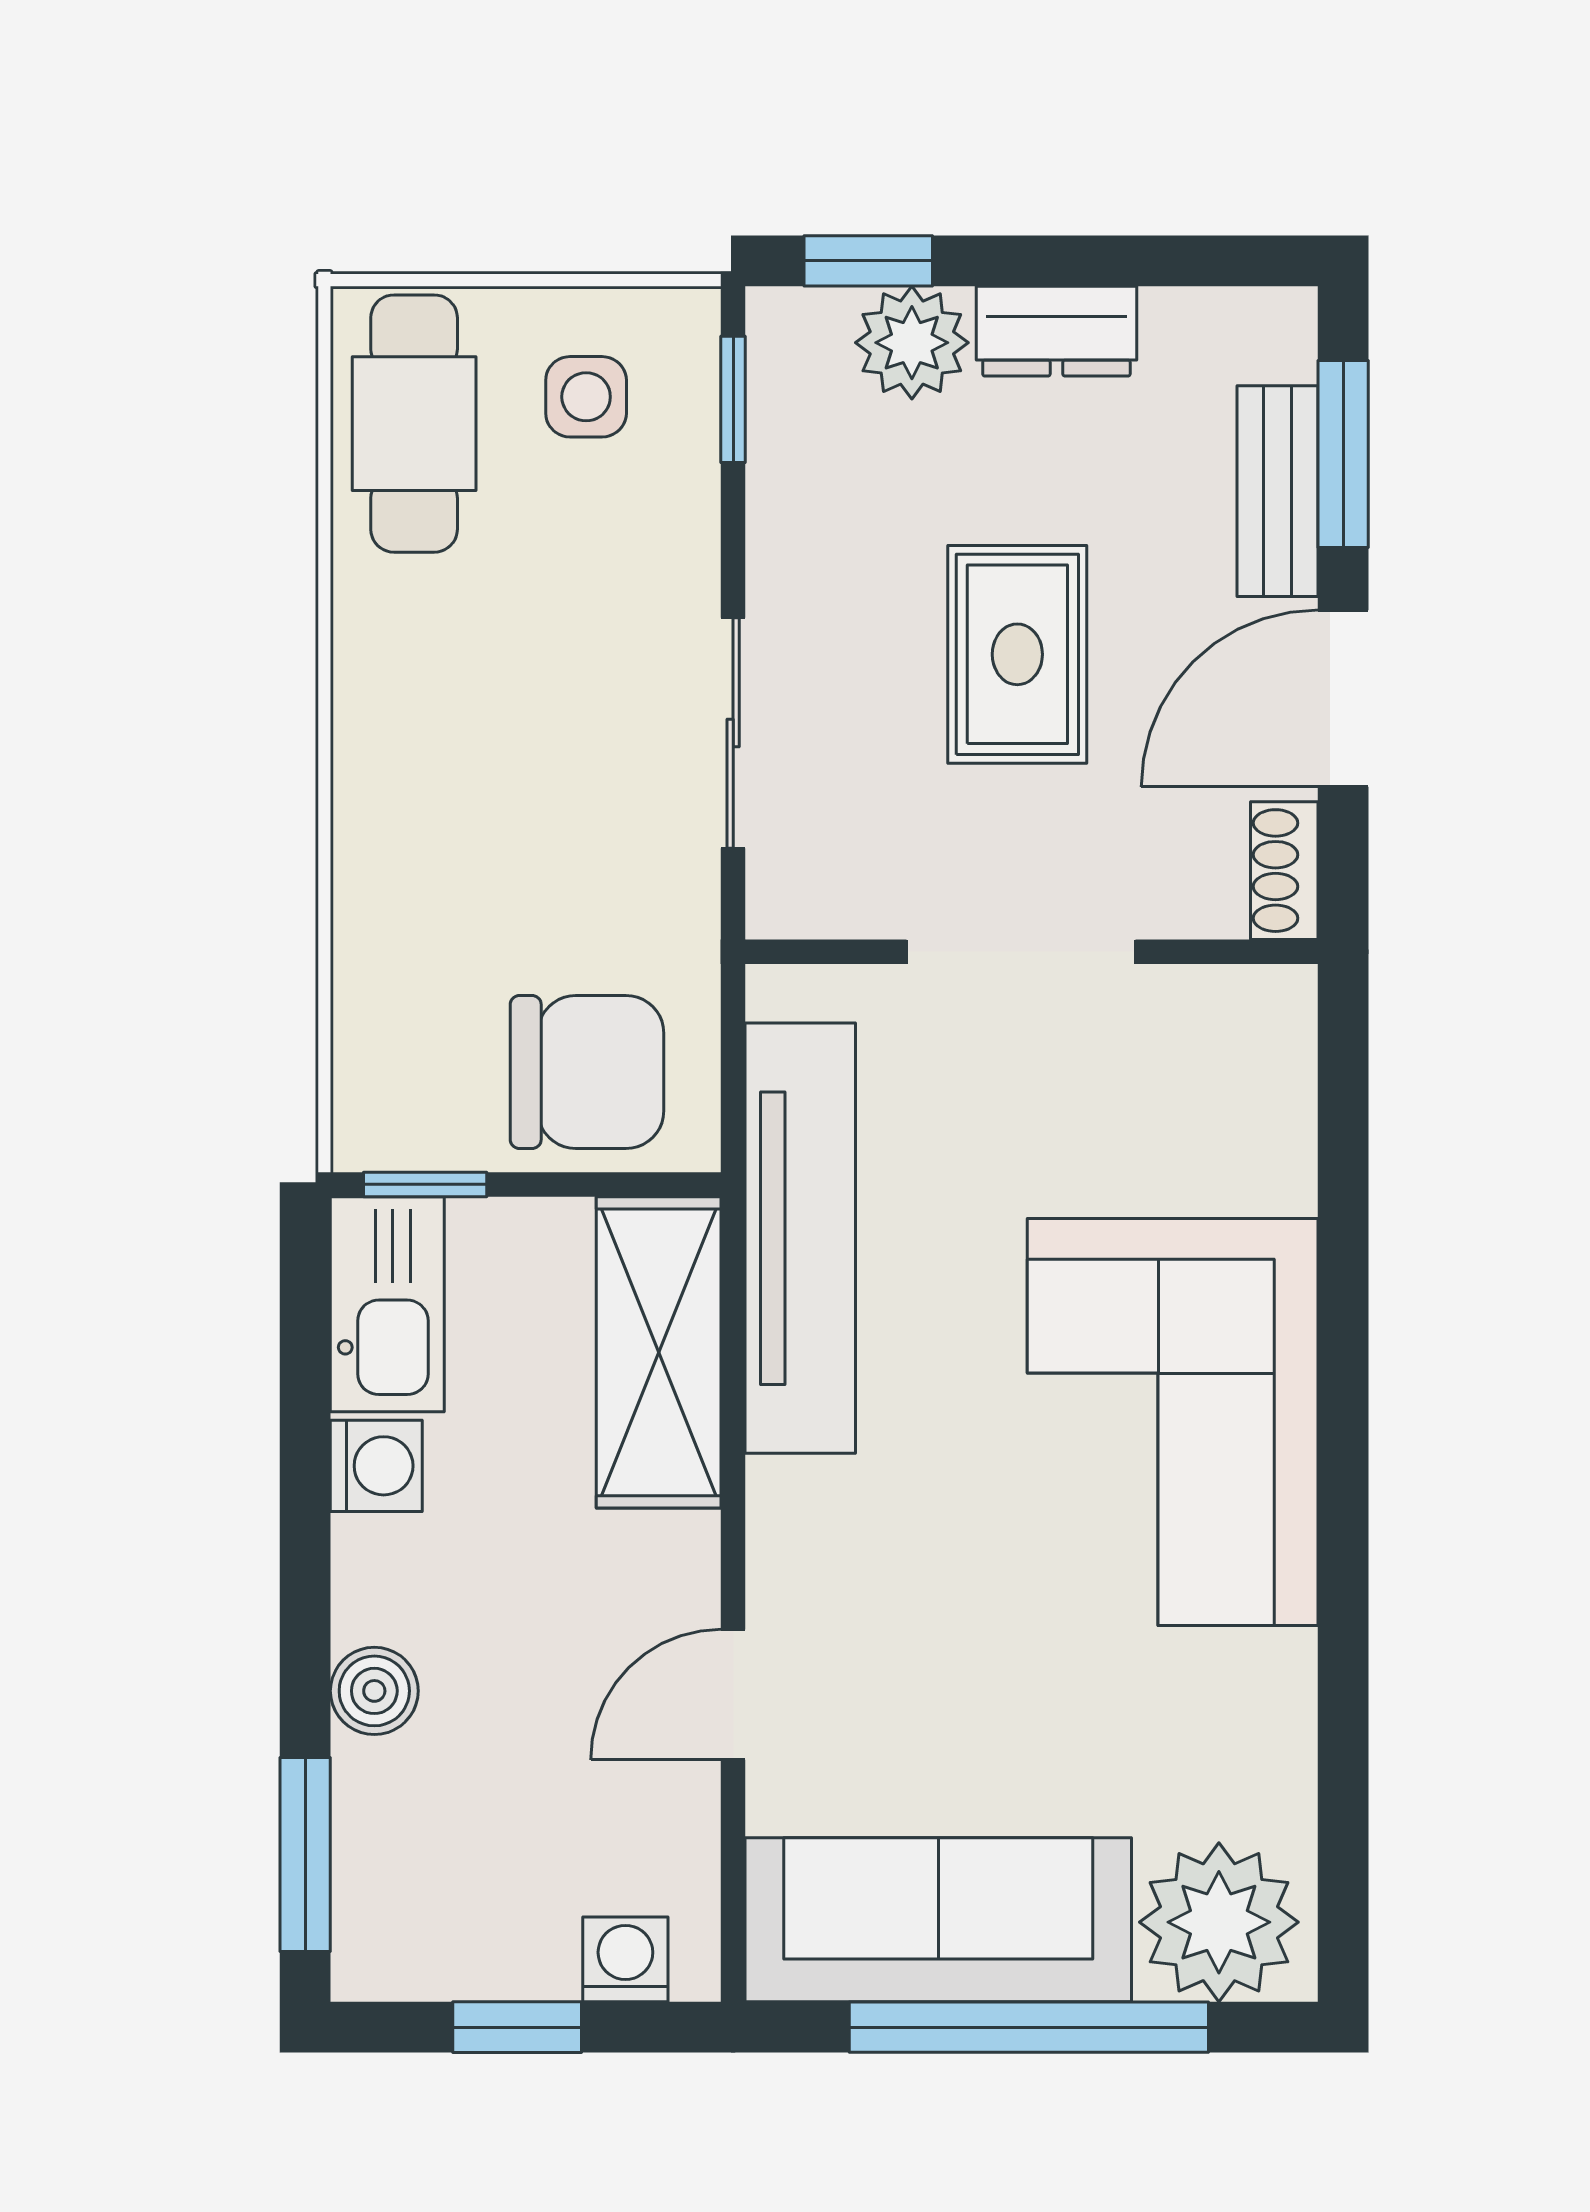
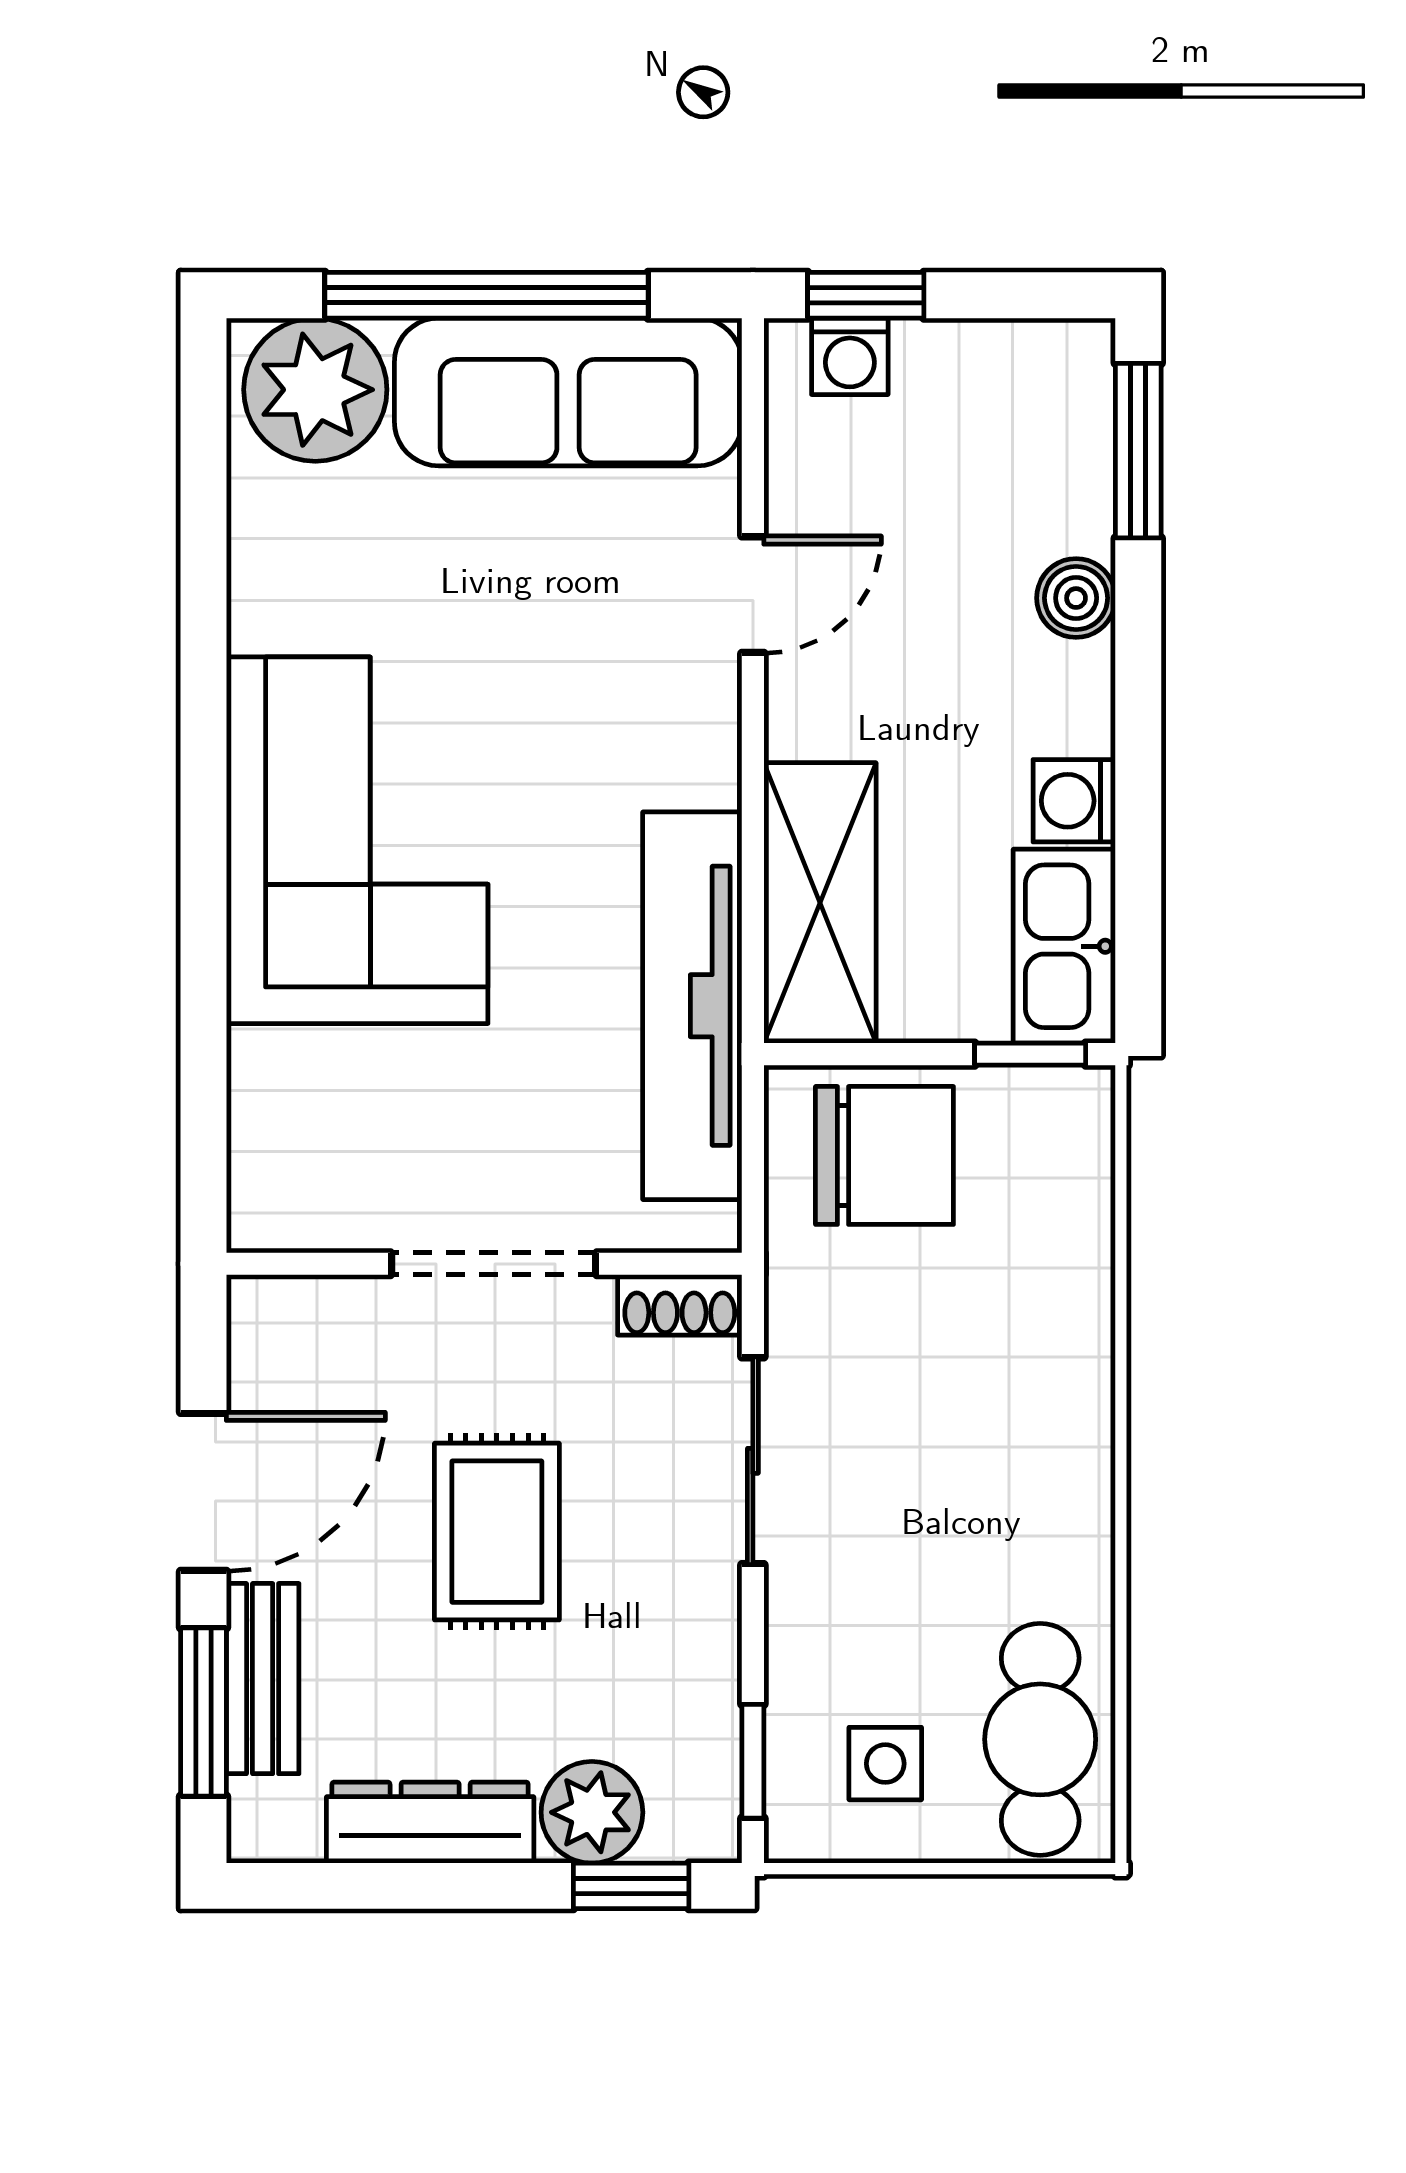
dresser: (1056, 331) -> (430, 1823), width x1.44
shoe rack: (1284, 871) -> (680, 1305), moved, turned 90
chair: (587, 1072) -> (884, 1155), turned 180
window: (517, 2027) -> (866, 295), moved

